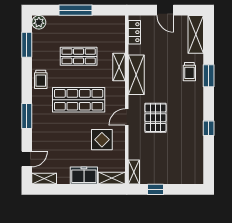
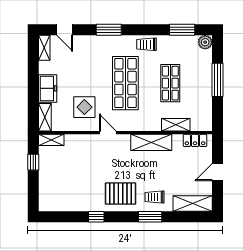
shelving: (119, 67) -> (176, 125), moved
pallet: (156, 118) -> (121, 194), moved

